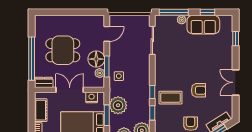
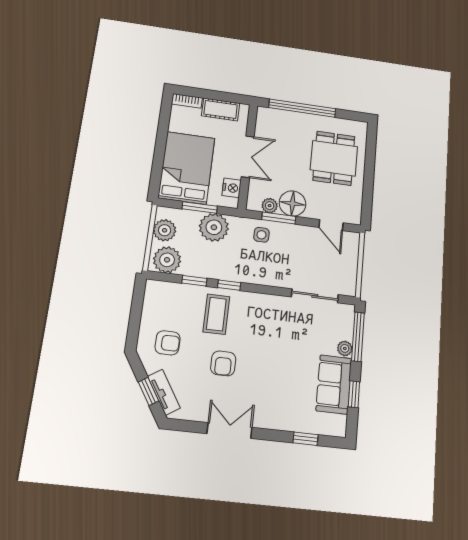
dining table: (63, 50) -> (334, 158), moved
dresser: (44, 82) -> (264, 120), removed

